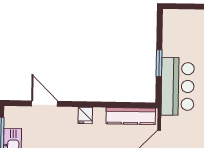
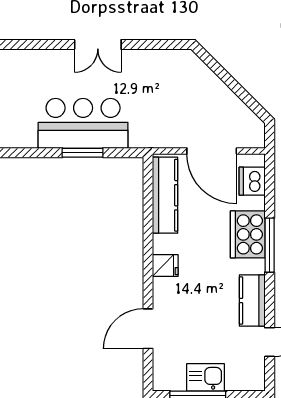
bar counter: (178, 86) -> (83, 123), moved

